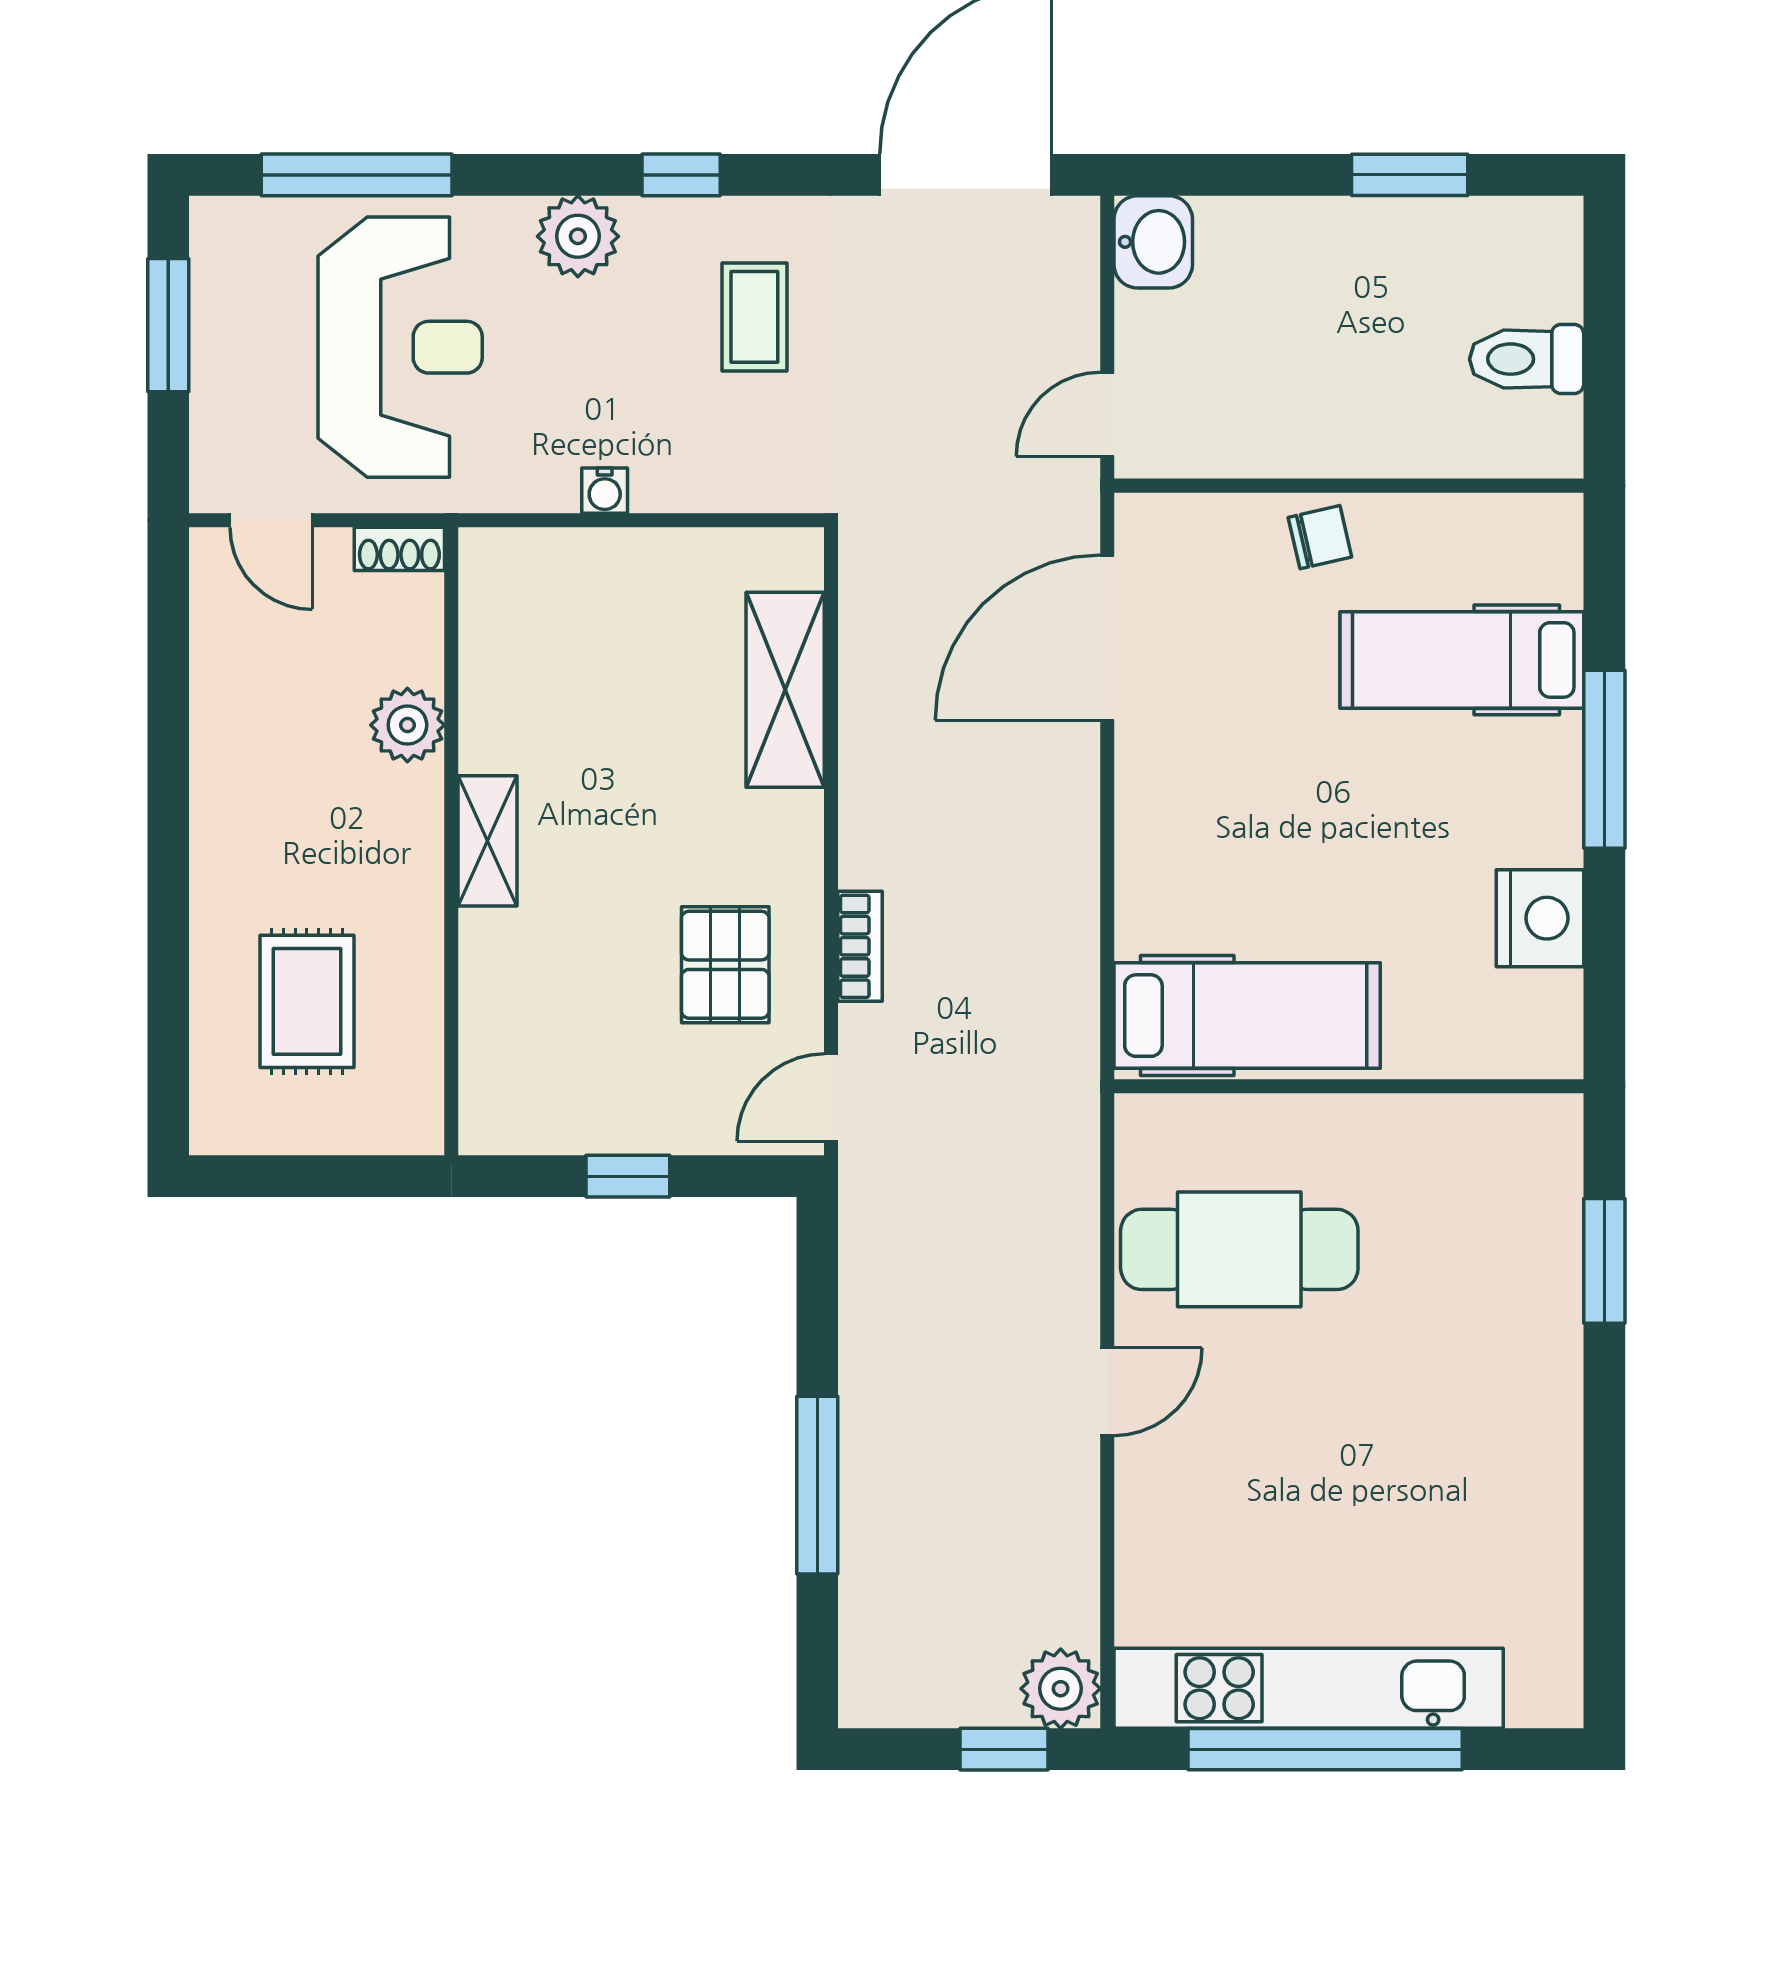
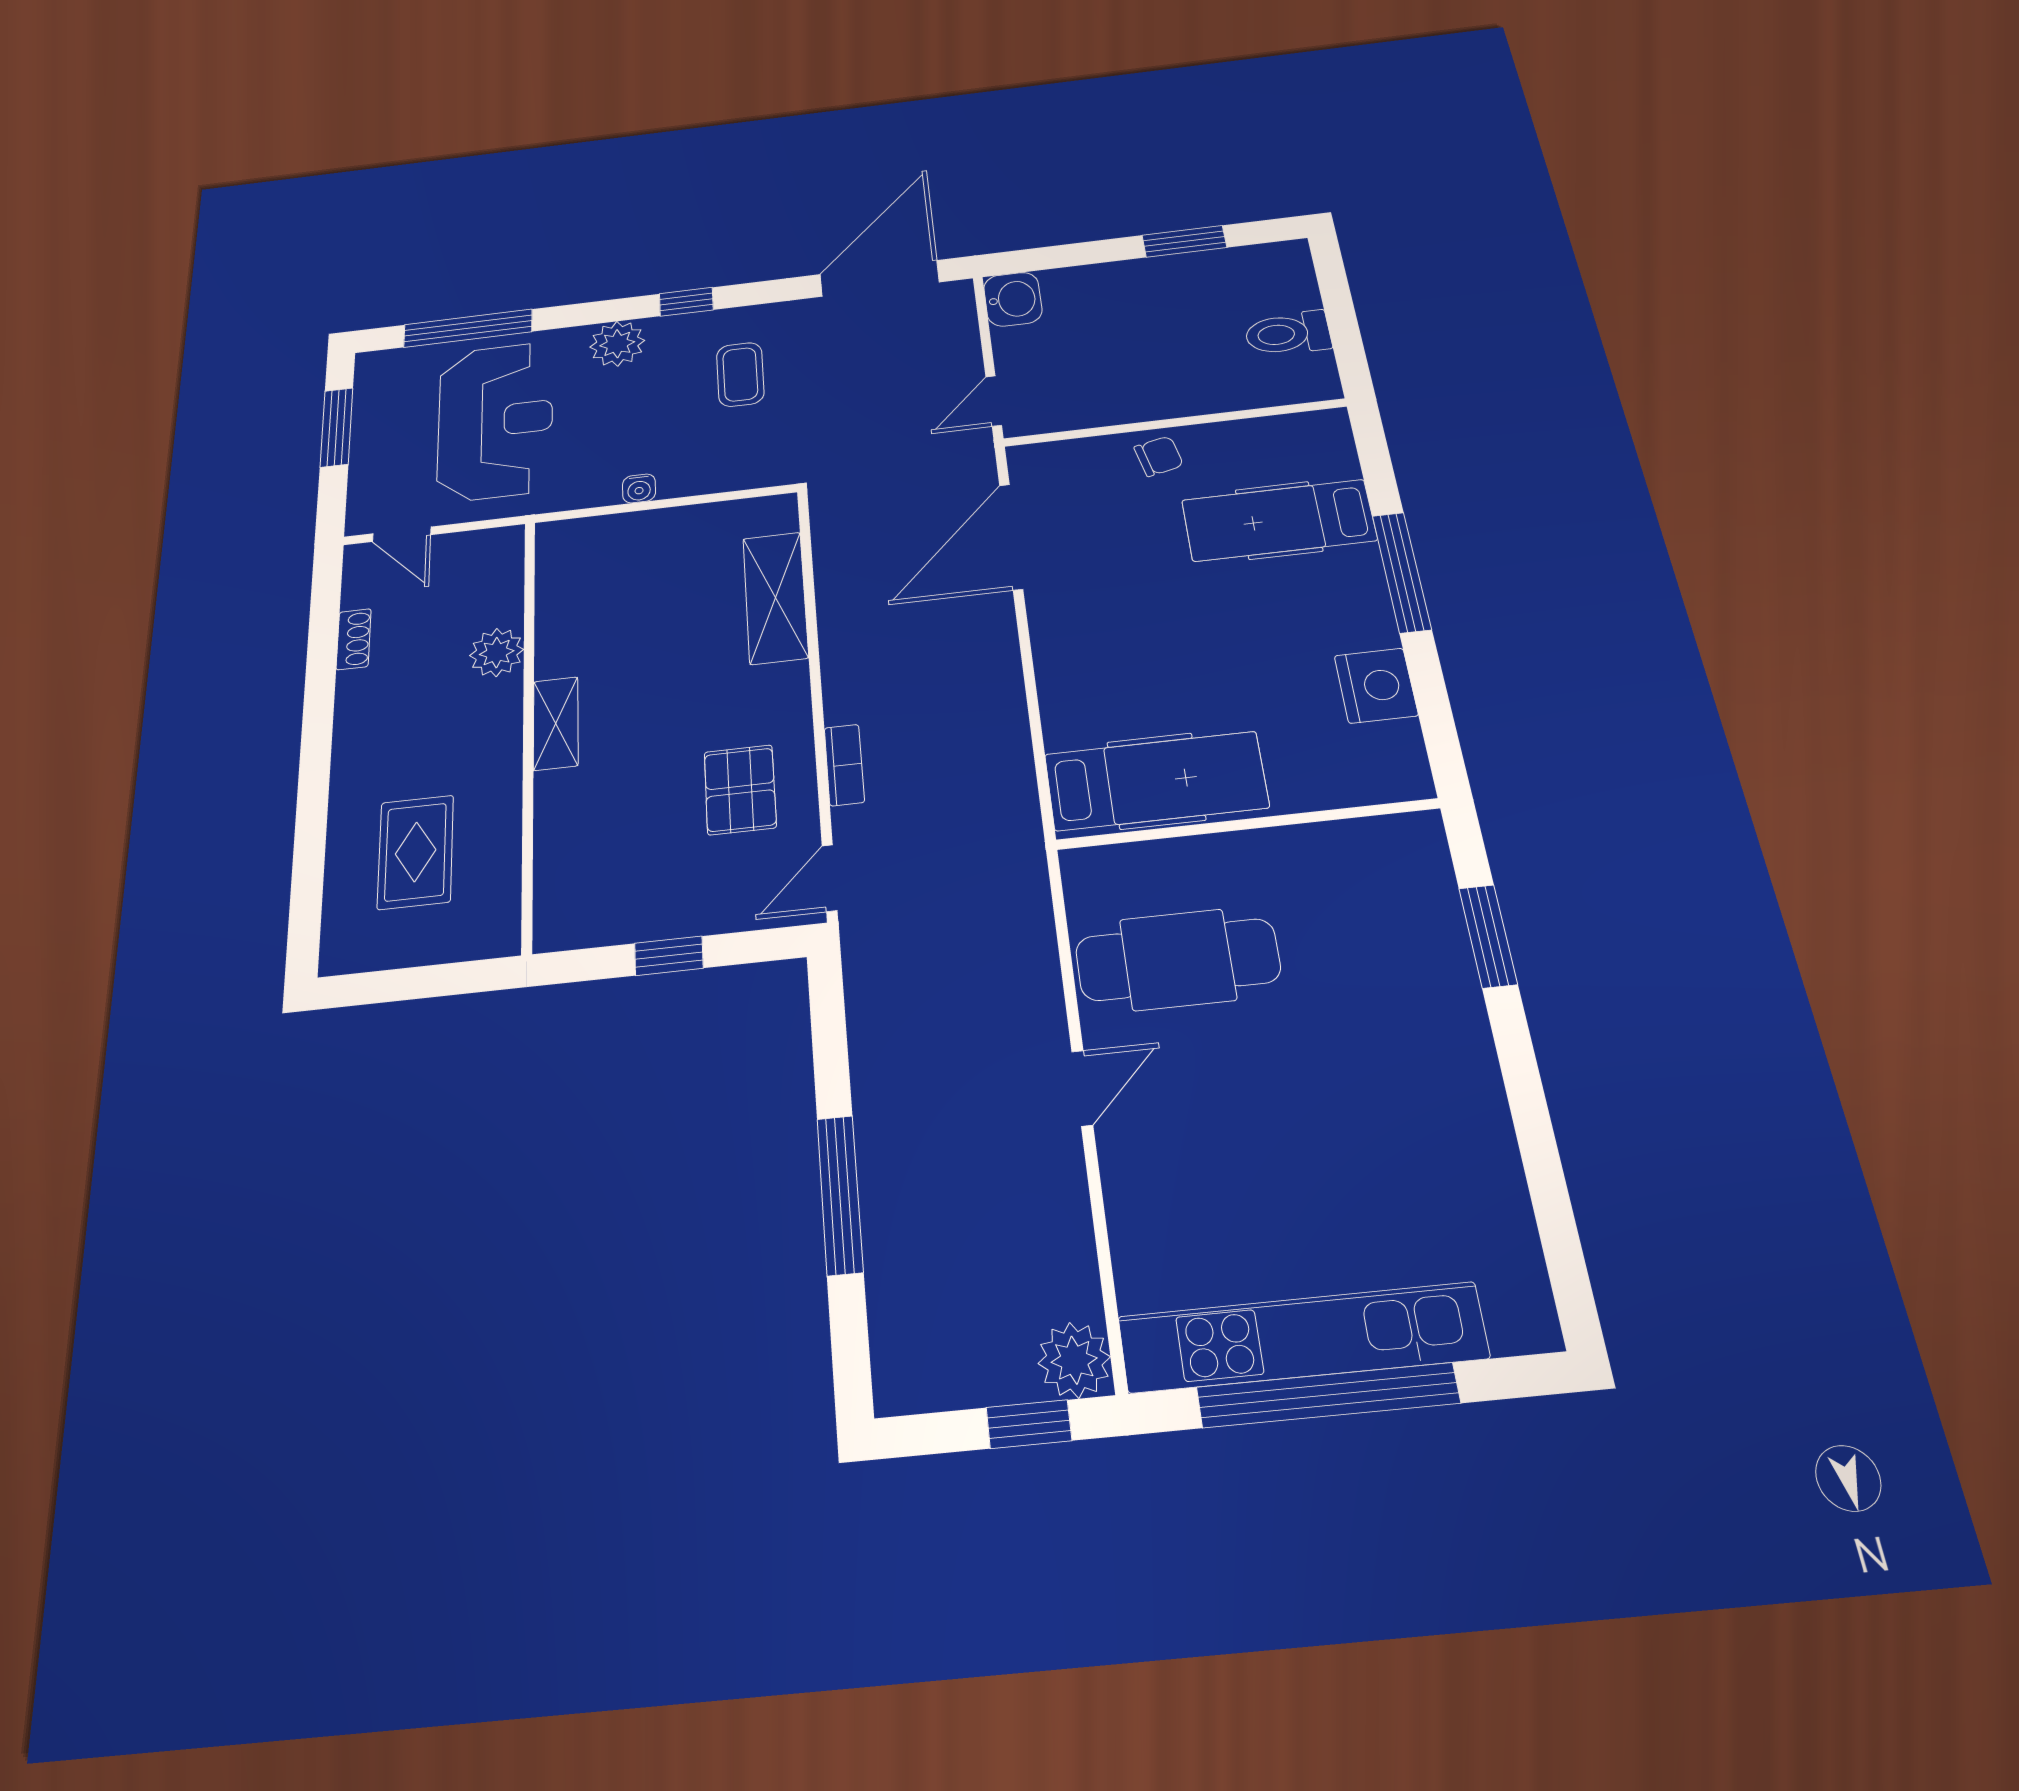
shoe rack: (399, 549) -> (354, 639), moved, turned -90

